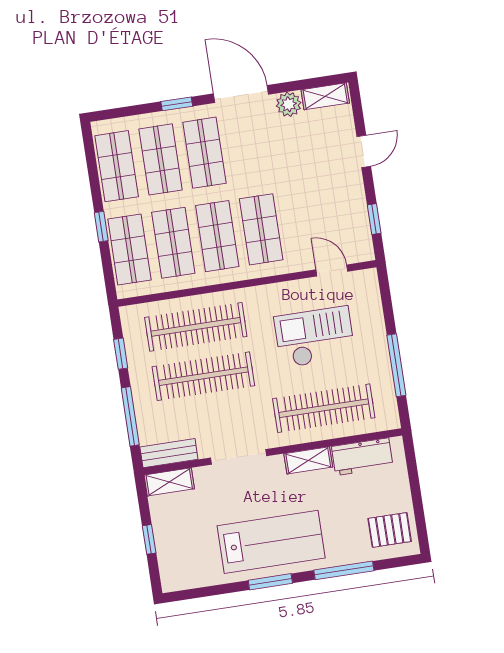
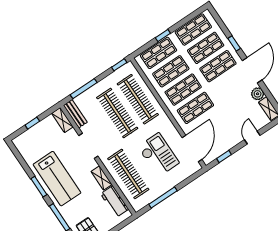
door: (364, 151) -> (252, 138), swing flipped
door: (332, 270) -> (192, 148), width x1.88
window: (121, 354) -> (119, 65), moved

